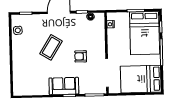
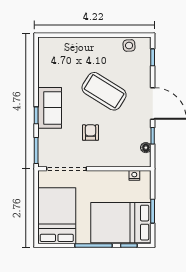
coffee table: (51, 47) -> (104, 91), width x1.36, depth x1.32

